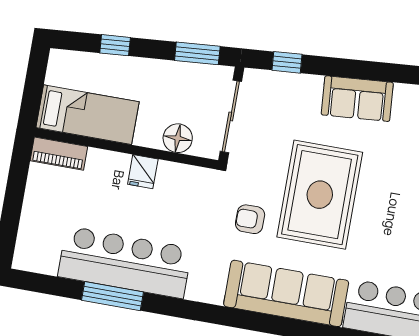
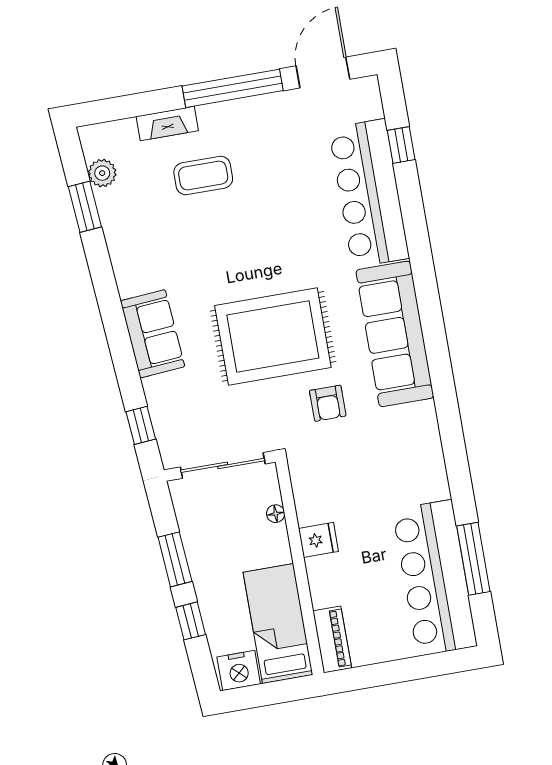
window: (197, 53) -> (175, 559), moved
nightstand: (61, 69) -> (239, 670), added
floor lamp: (178, 138) -> (276, 514), width x0.53, depth x0.53
bar counter: (125, 262) -> (435, 578), moved
window: (112, 296) -> (473, 559), moved

